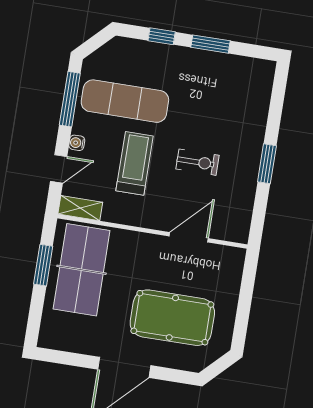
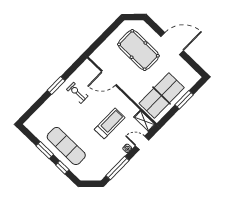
exercise mat: (125, 101) -> (66, 146), moved
exercise bike: (197, 162) -> (77, 93), moved
treadmill: (135, 163) -> (110, 123), turned 180
window: (43, 265) -> (184, 100), moved

